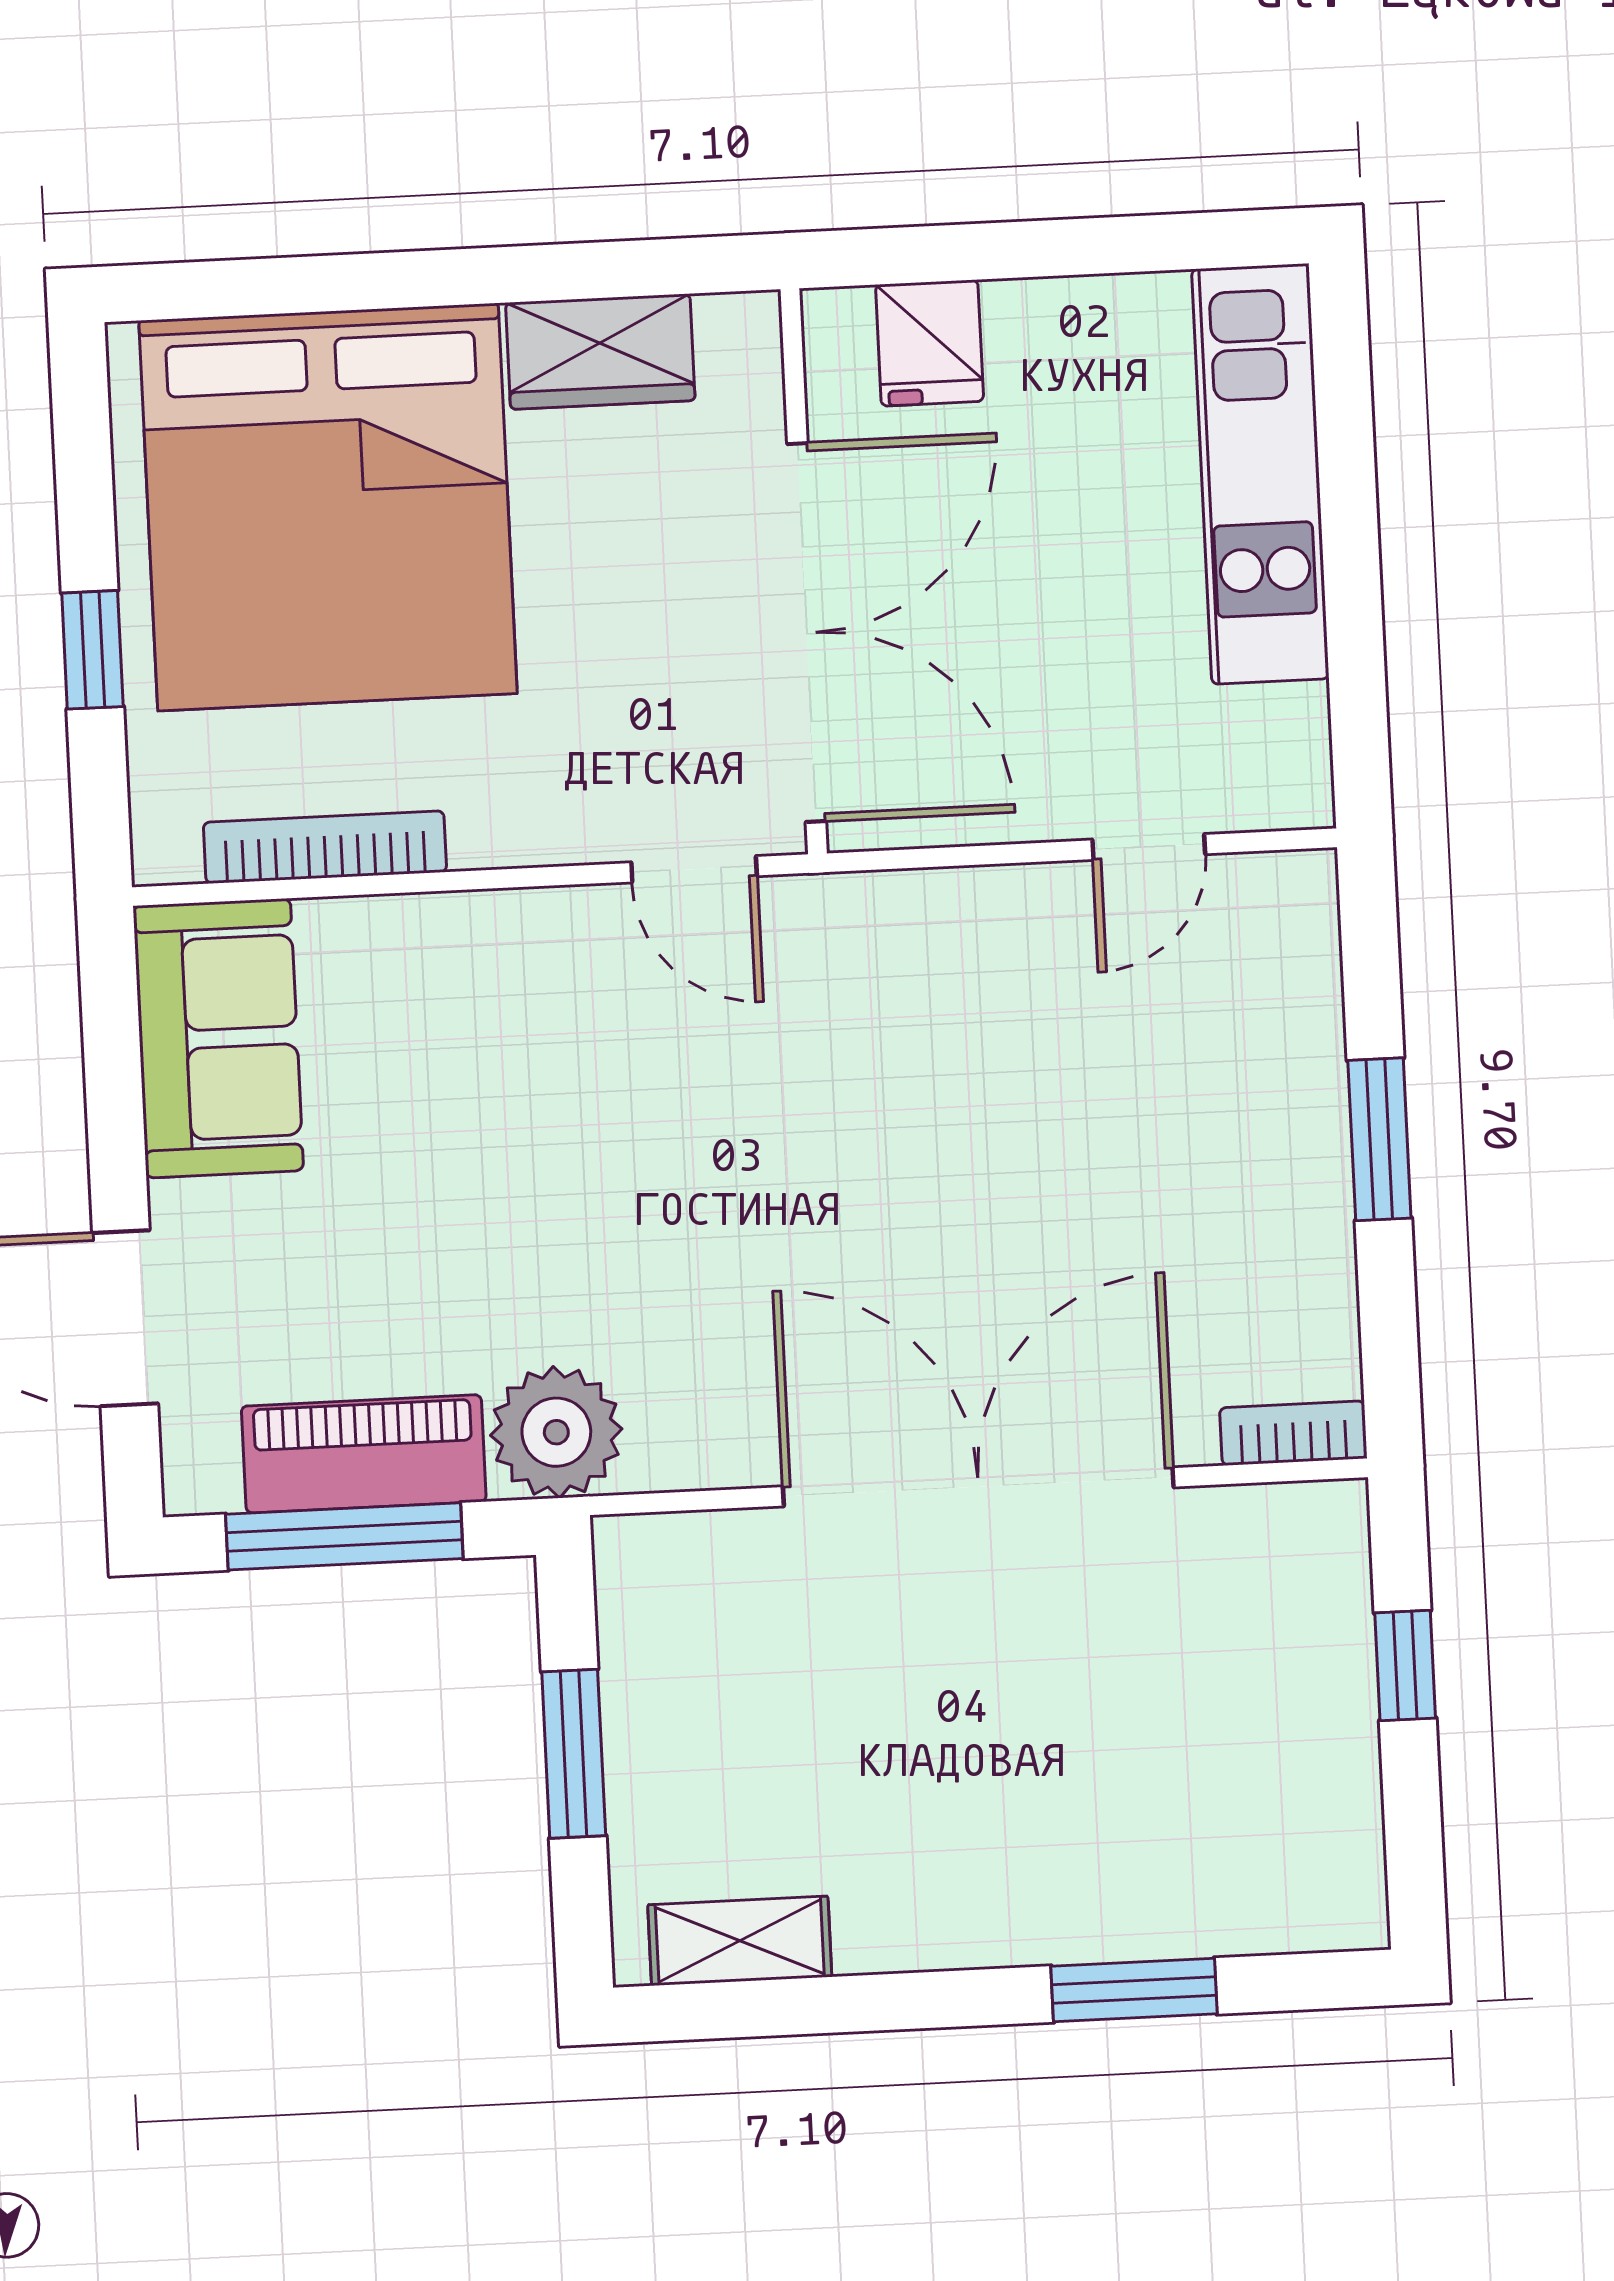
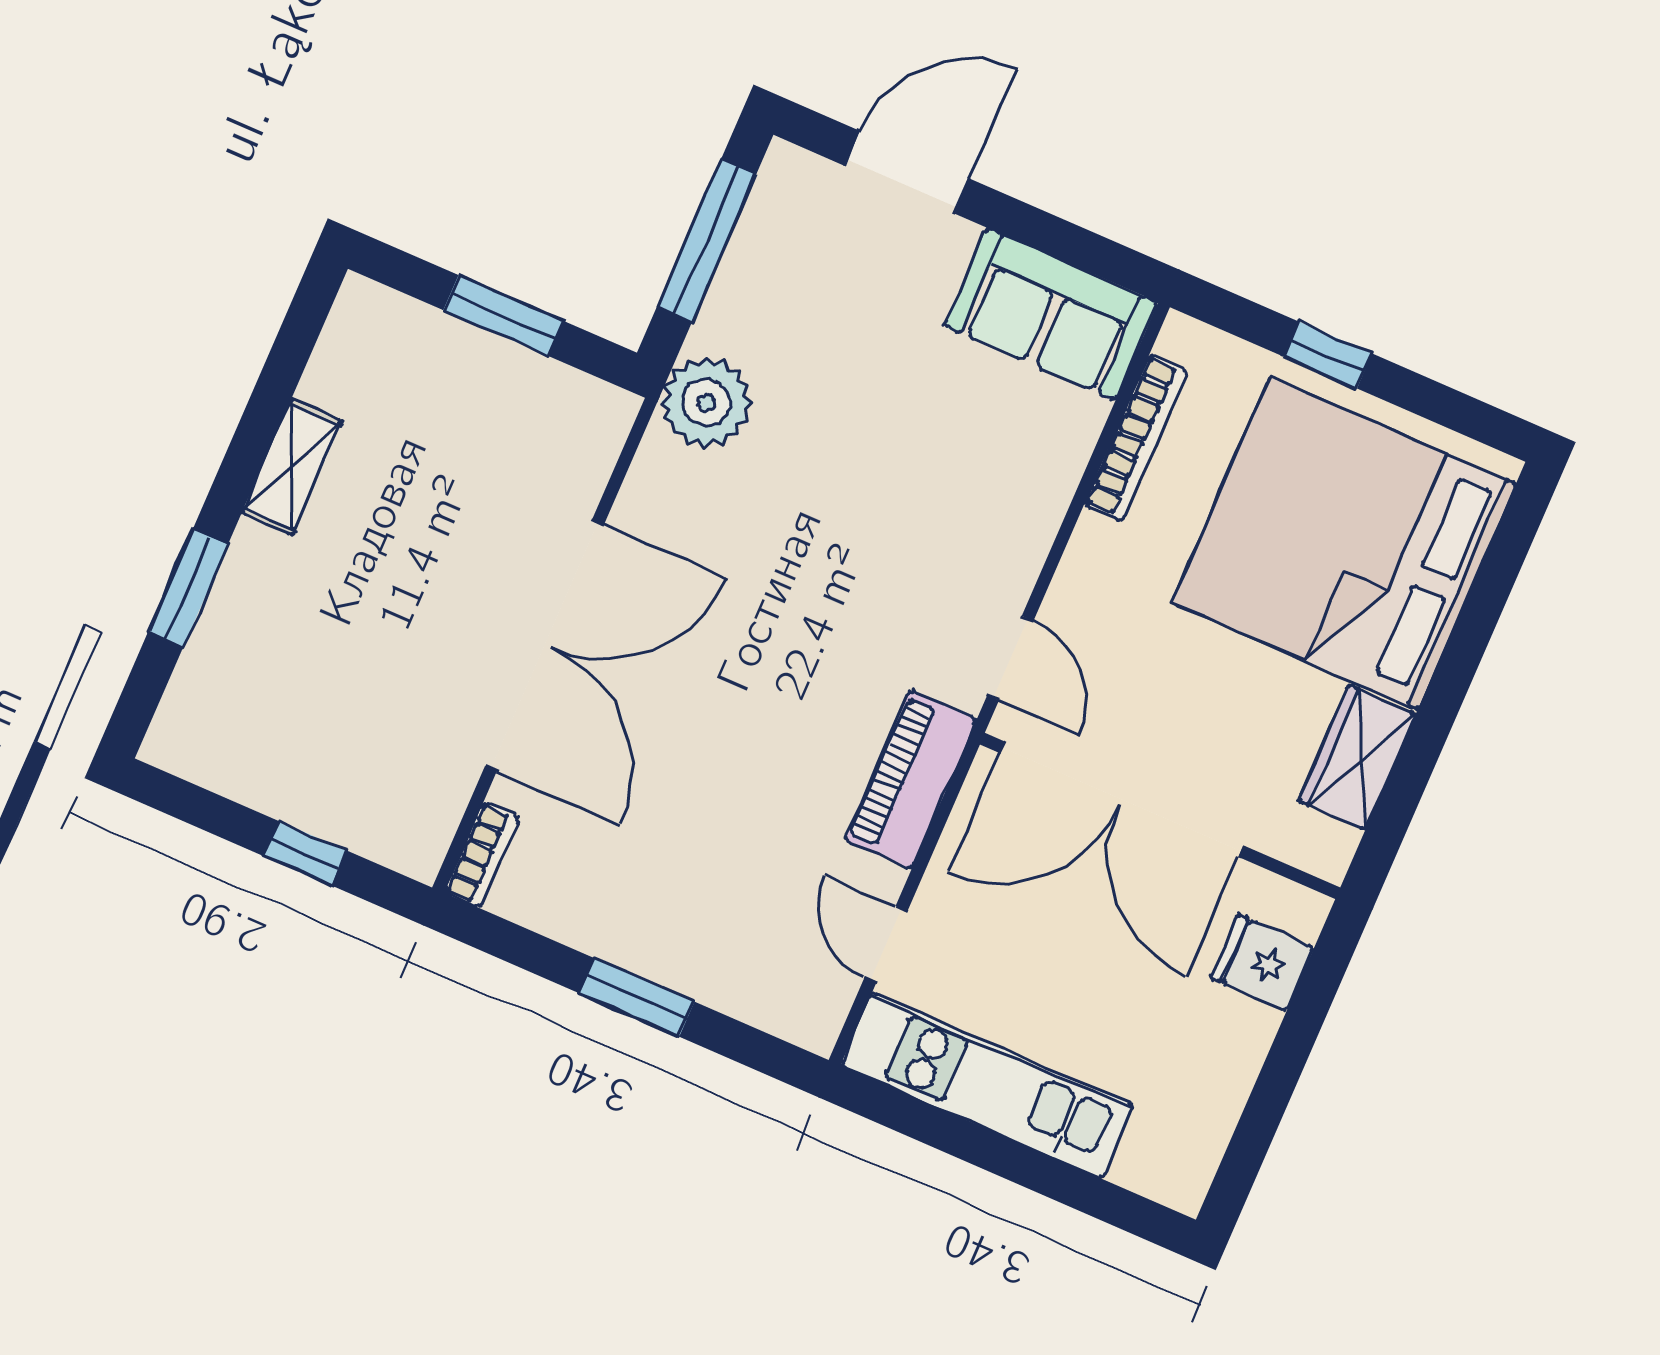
kitchen unit: (1260, 474) -> (987, 1085), moved
door: (694, 869) -> (1010, 658), swing flipped
piano: (364, 1454) -> (910, 780), moved, turned 180
shelving: (740, 1941) -> (292, 467), moved

